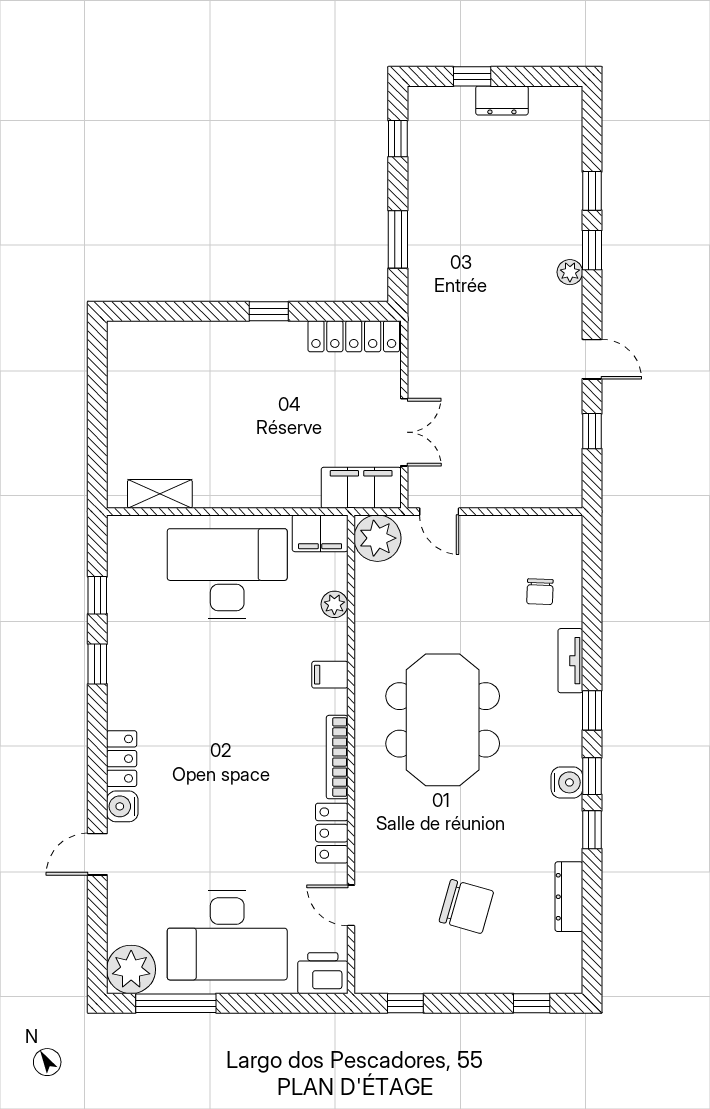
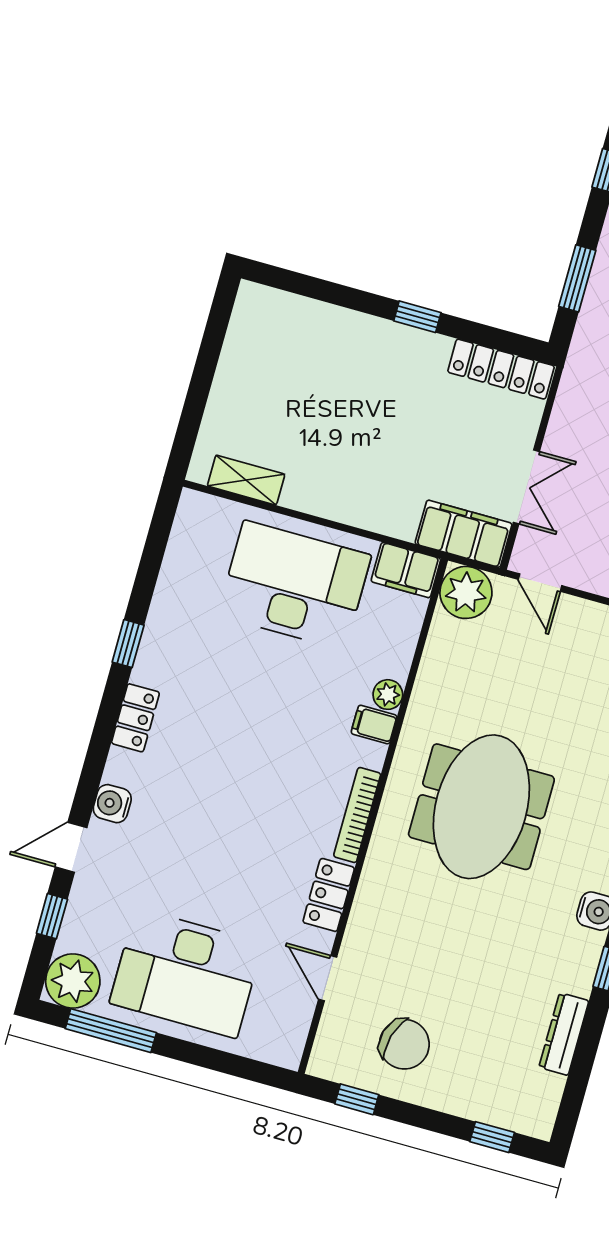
window: (97, 595) -> (52, 916), moved
plant: (334, 604) -> (388, 695), moved
locker: (122, 759) -> (135, 718), moved
chair: (466, 906) -> (404, 1044), moved
printer: (323, 973) -> (277, 1042), removed

